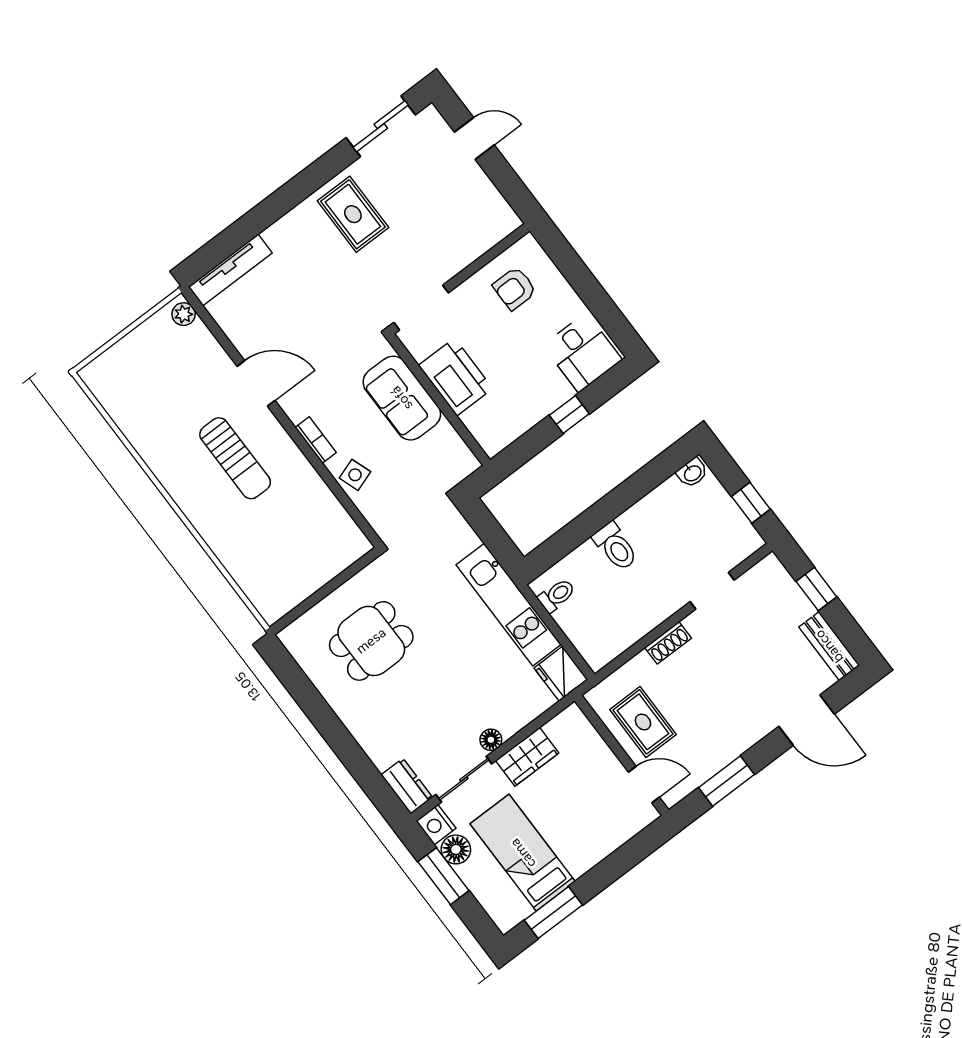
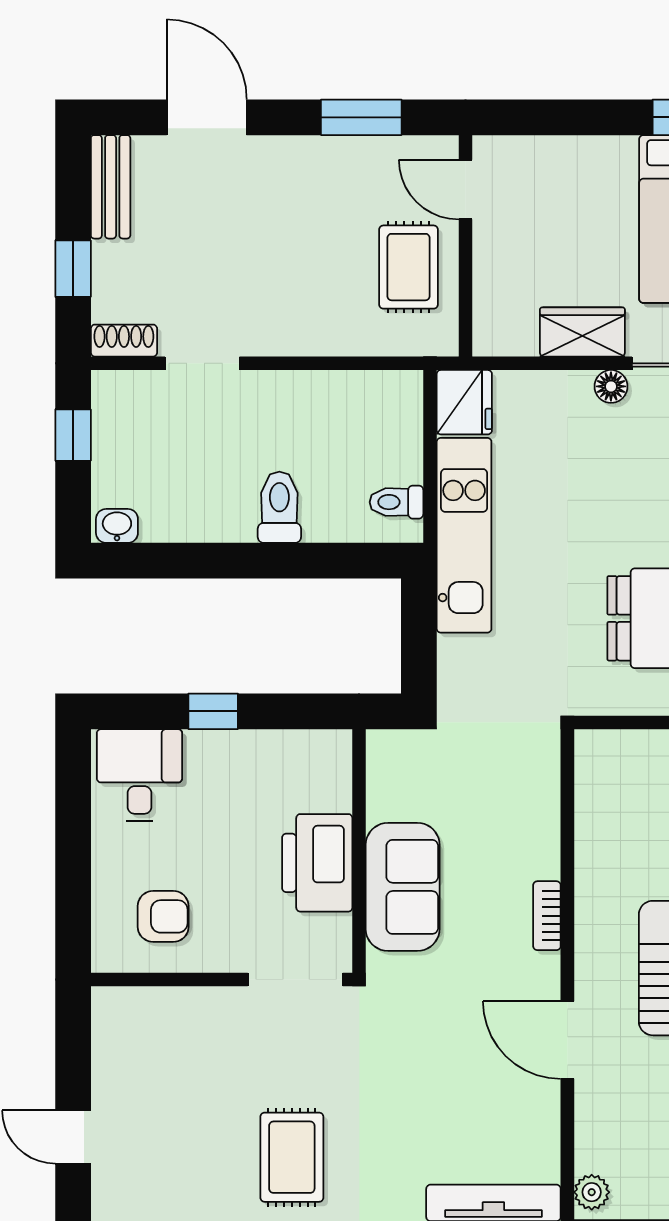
side table: (355, 475) -> (531, 837), removed
shoe rack: (668, 643) -> (124, 341), moved

